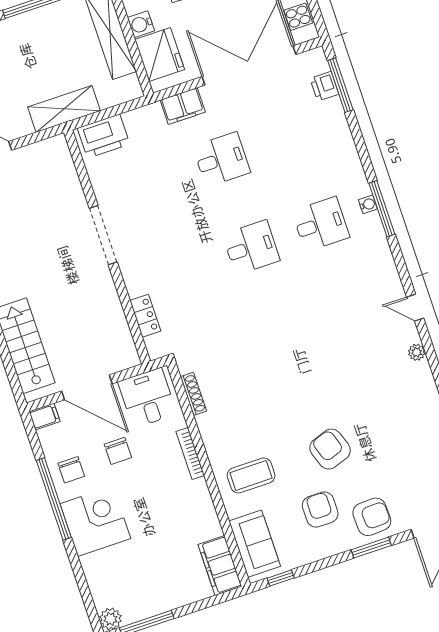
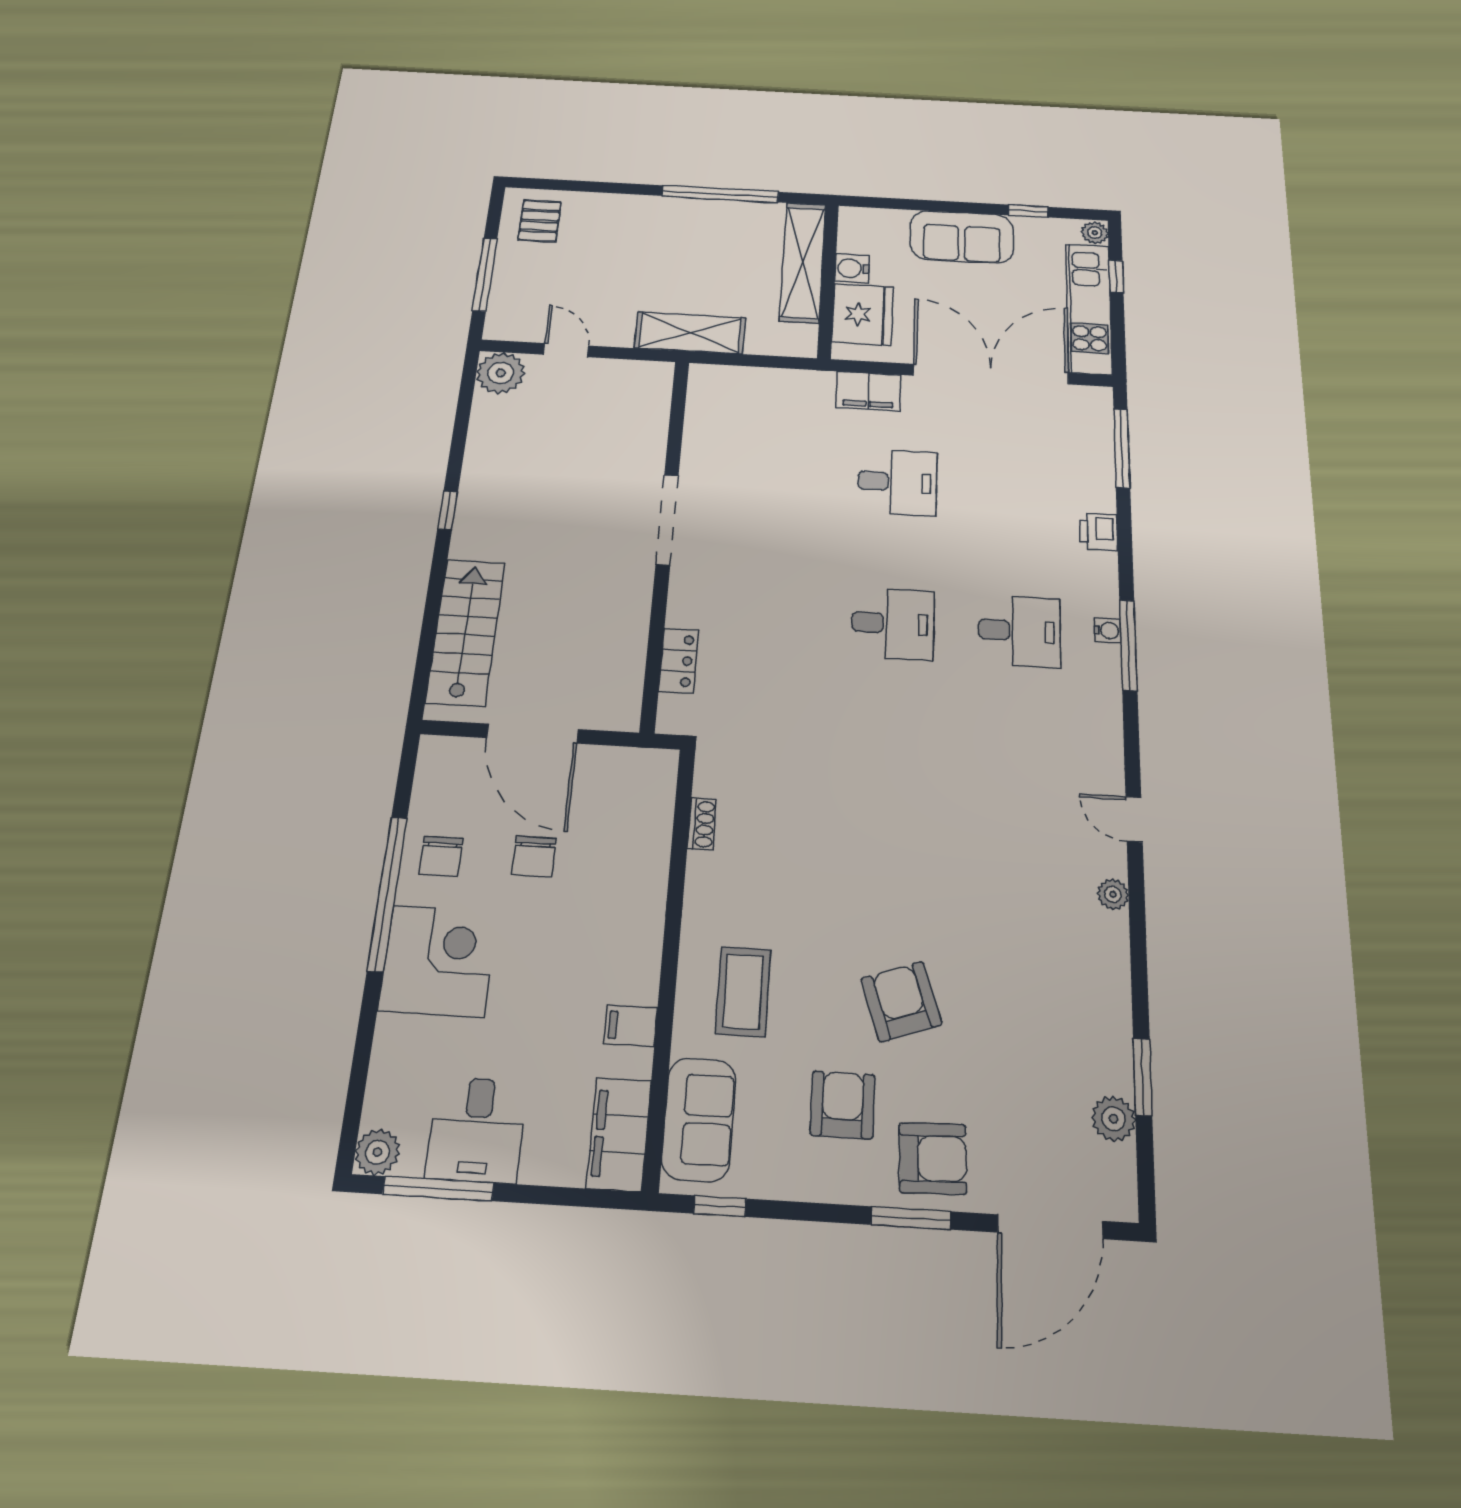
printer: (324, 86) -> (1099, 532), moved
printer: (104, 136) -> (732, 388), removed
shoe rack: (193, 394) -> (702, 824), width x0.70
desk: (147, 398) -> (477, 1130), moved, turned 180
filing cabinet: (45, 417) -> (631, 1026), moved, turned 180
bookcase: (190, 454) -> (654, 910), removed
coffee table: (251, 475) -> (743, 992), turned 90

